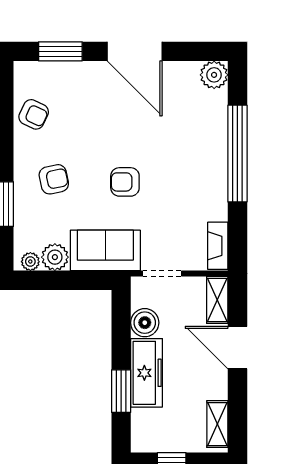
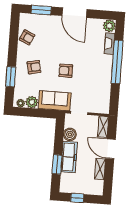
fireplace: (218, 246) -> (110, 44), moved
shelving: (217, 424) -> (100, 169), moved

